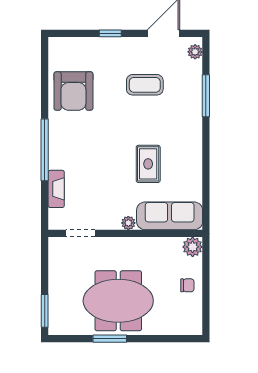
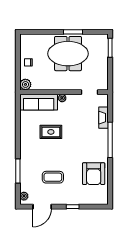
armchair: (73, 91) -> (94, 174), turned 180
rug: (148, 164) -> (51, 132), turned 90

